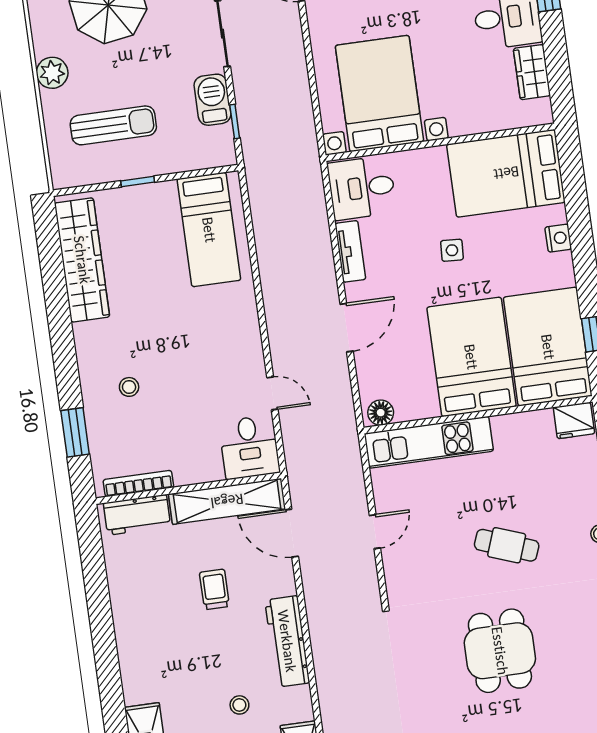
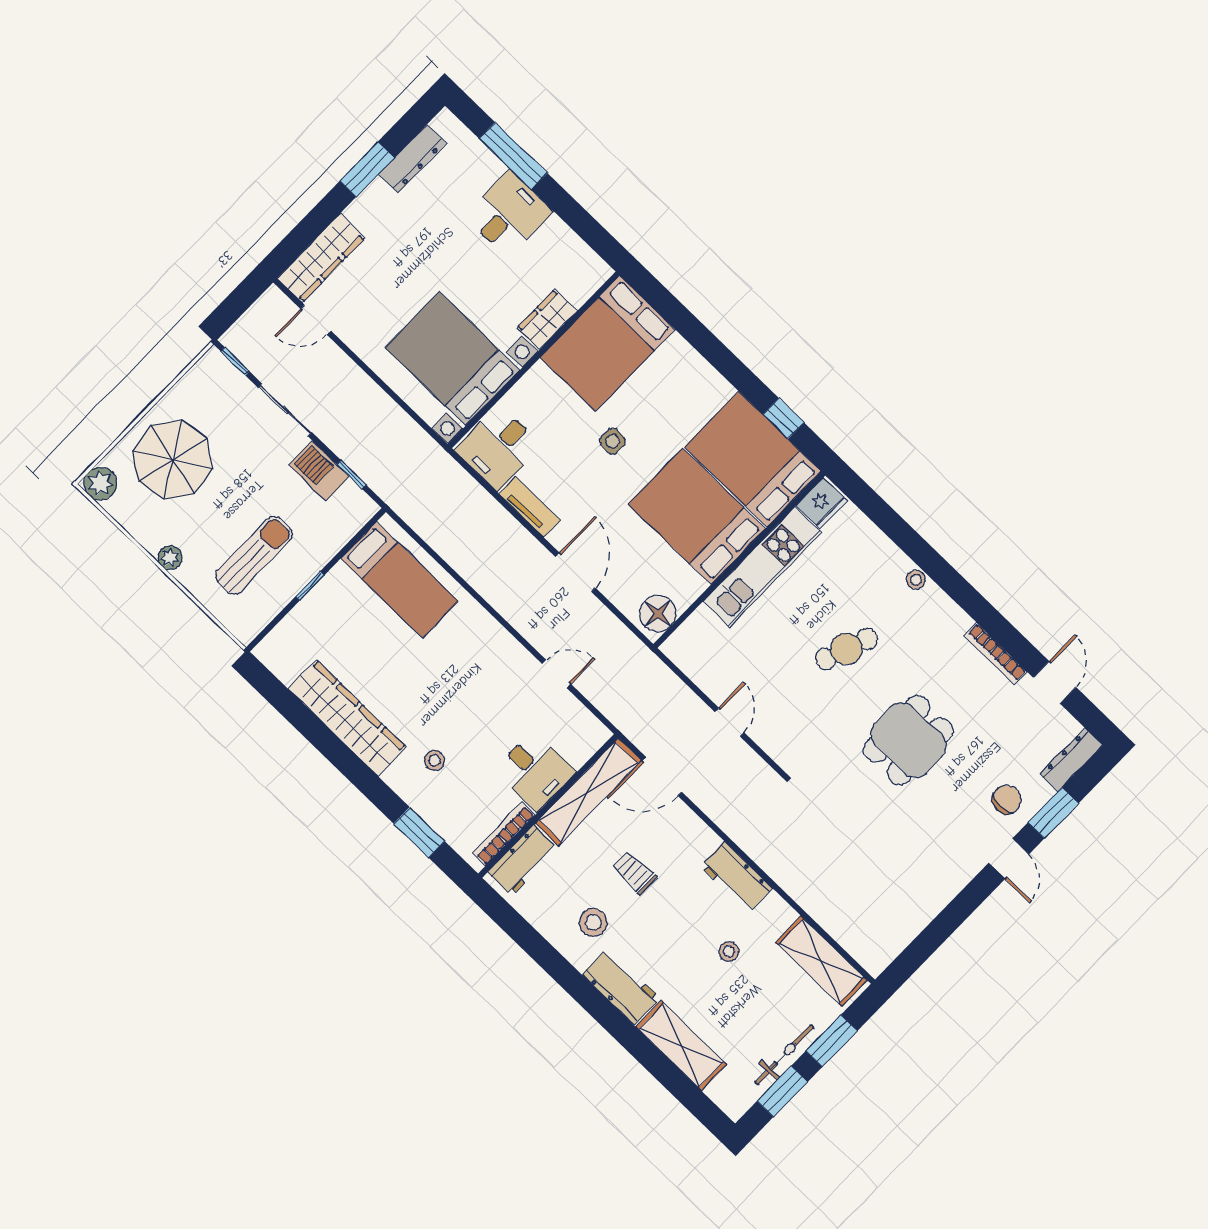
wardrobe: (532, 72) -> (547, 319), moved, turned 90
plant: (52, 73) -> (170, 558), width x0.73, depth x0.73
nightstand: (558, 238) -> (692, 363), removed
wardrobe: (82, 260) -> (347, 718), moved
floor lamp: (381, 413) -> (658, 613), width x1.38, depth x1.38
kitchen unit: (429, 442) -> (762, 567), moved
desk: (249, 447) -> (535, 771), moved
stool: (154, 603) -> (593, 922), added
workbench: (287, 641) -> (737, 877), width x0.73
dining table: (500, 651) -> (908, 740), turned 90
workbench: (137, 668) -> (621, 986), added

